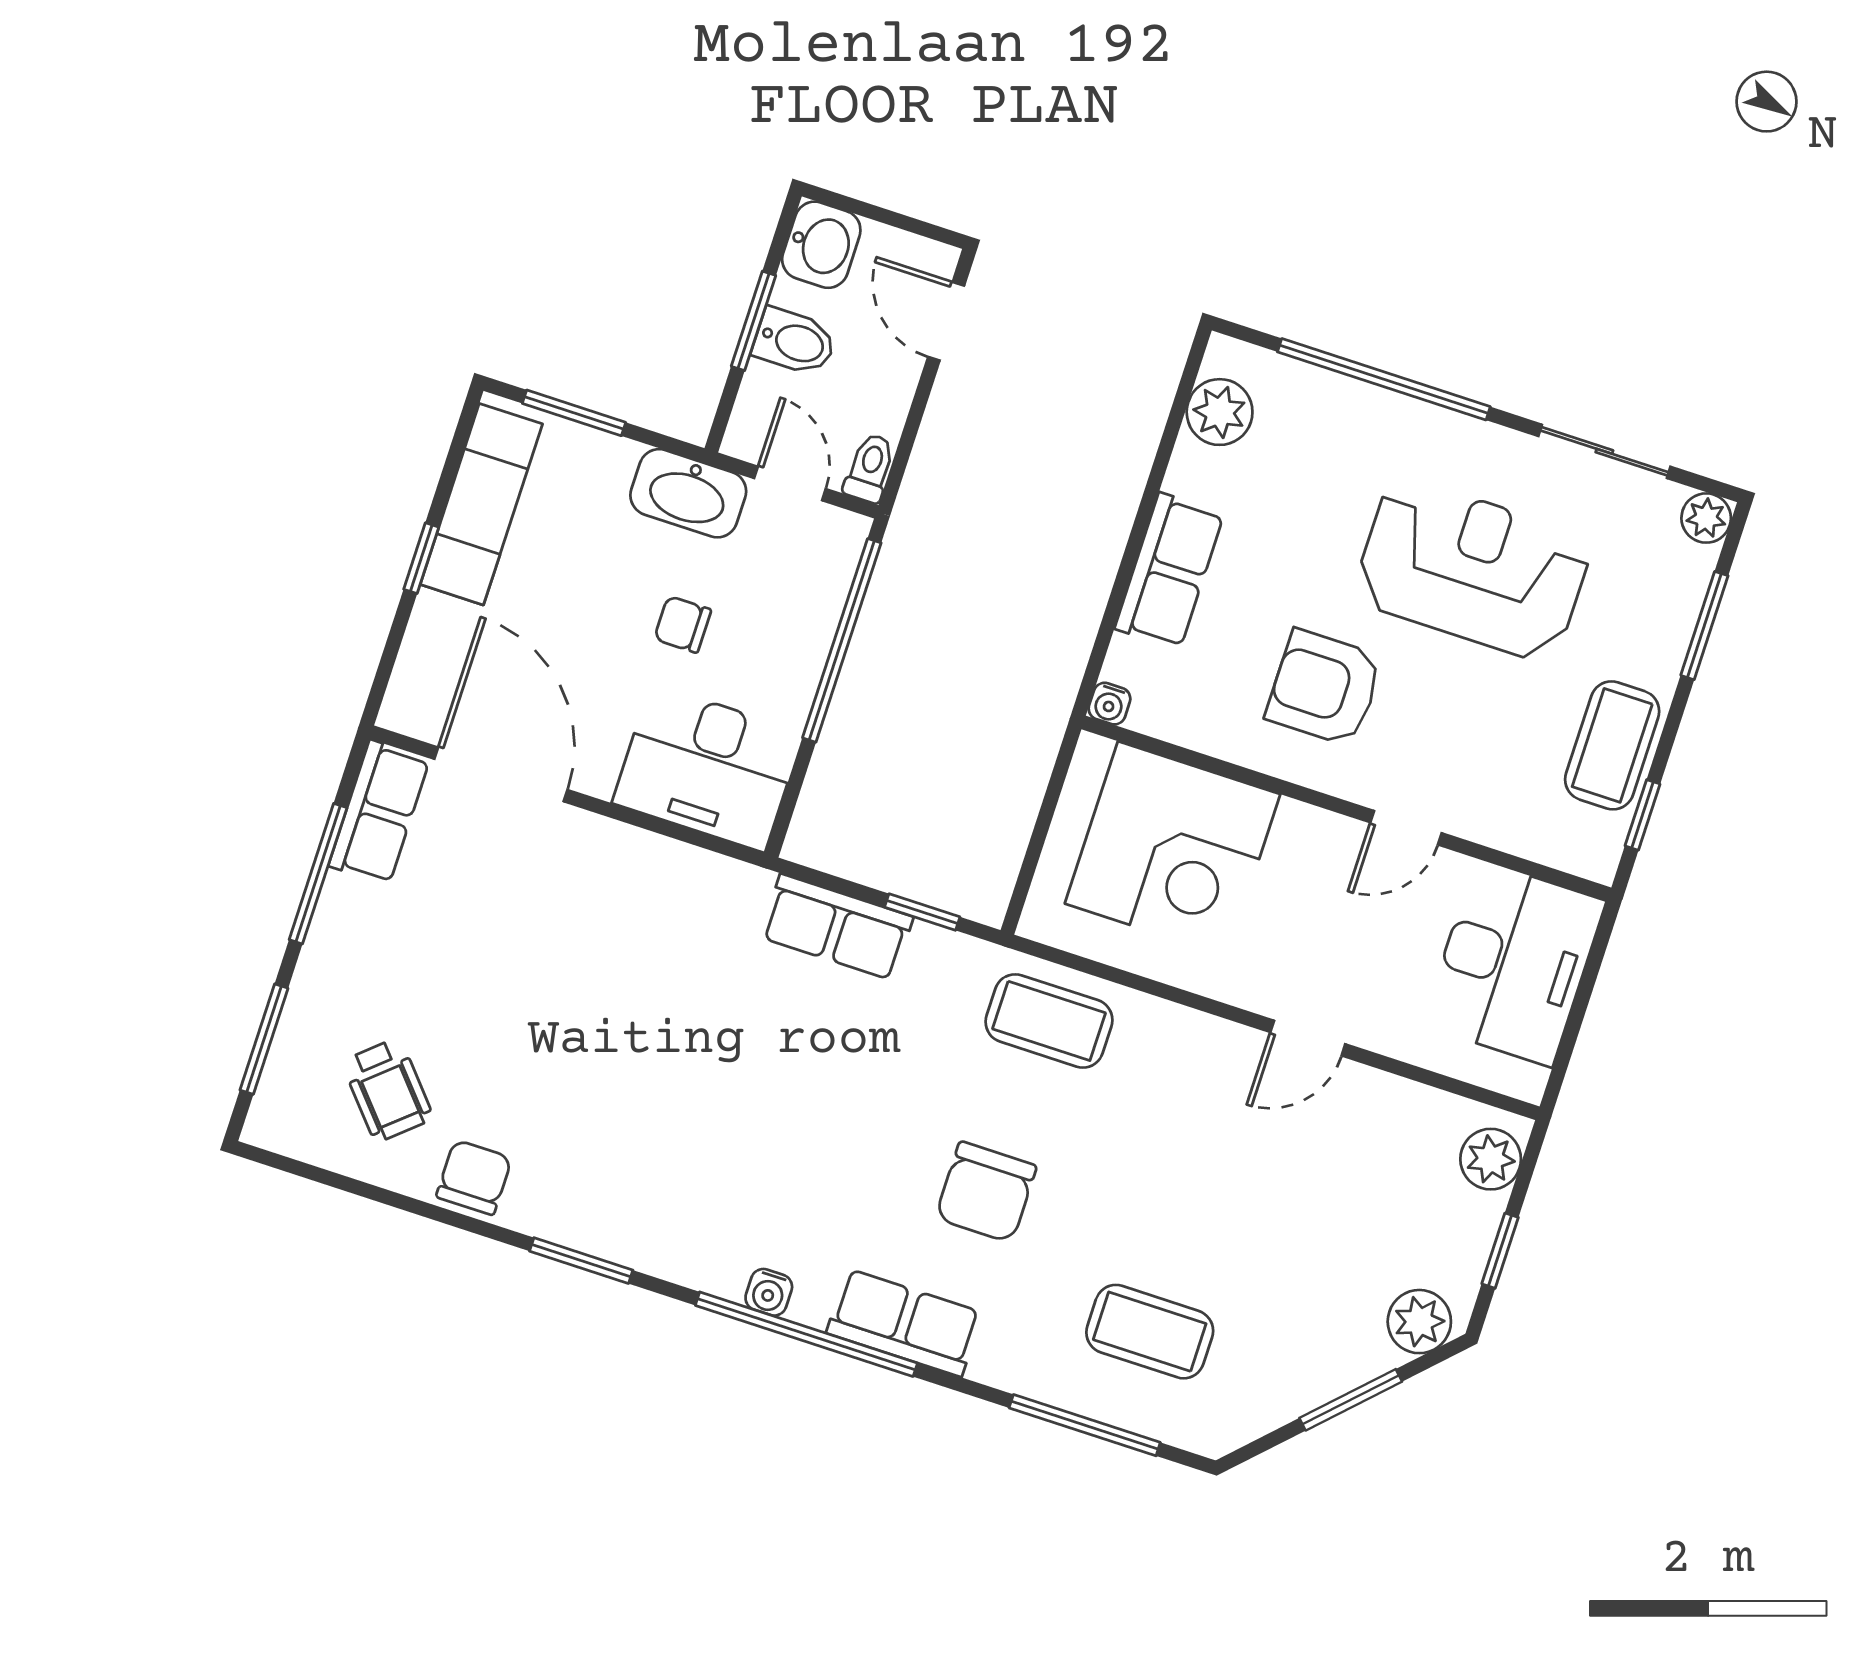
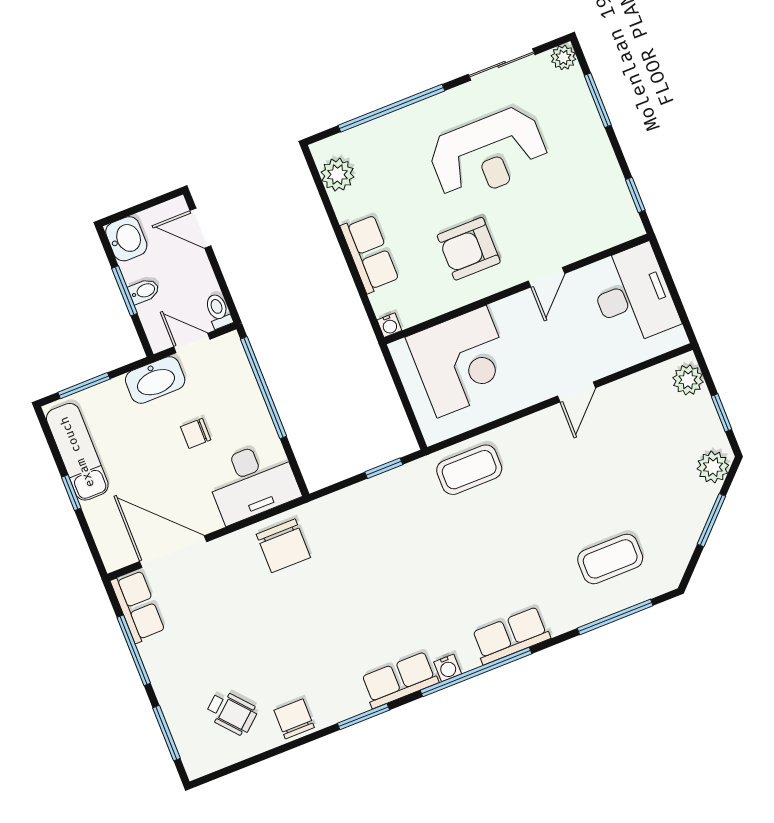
bidet: (794, 342) -> (144, 291), width x0.72, depth x0.74
reception desk: (1473, 569) -> (488, 154), turned 180
coffee table: (1612, 745) -> (601, 177), removed
row of seats: (837, 927) -> (400, 680), moved, turned 180
chair: (986, 1192) -> (283, 546), moved

